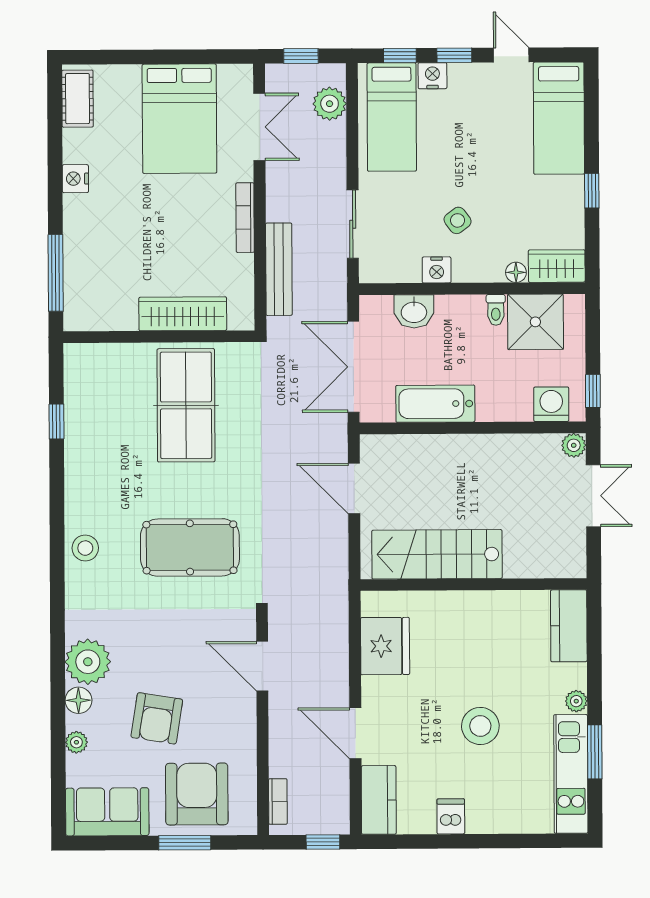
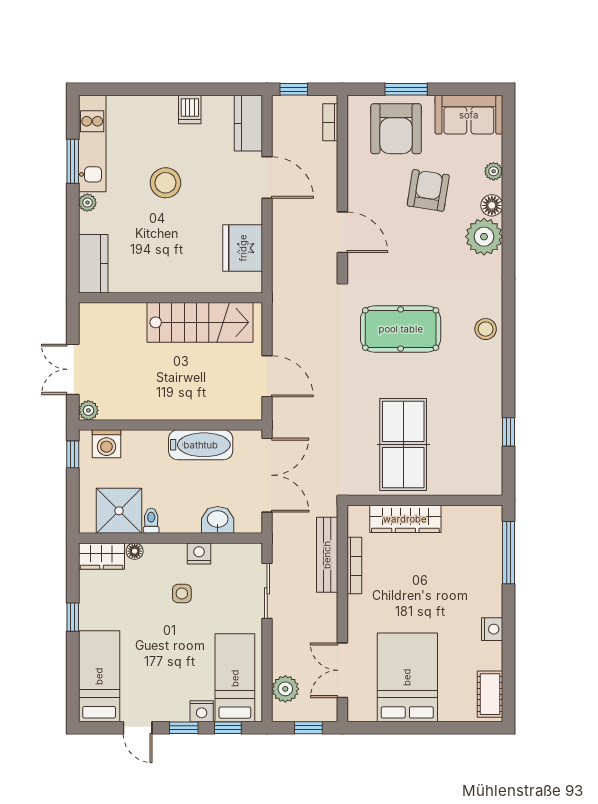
bookcase: (245, 218) -> (354, 566), moved
side table: (458, 220) -> (182, 593), turned 37

